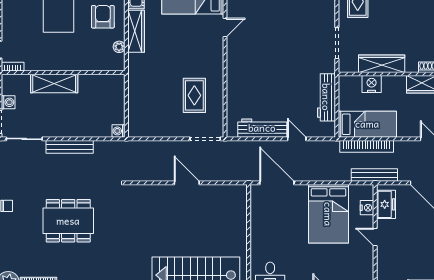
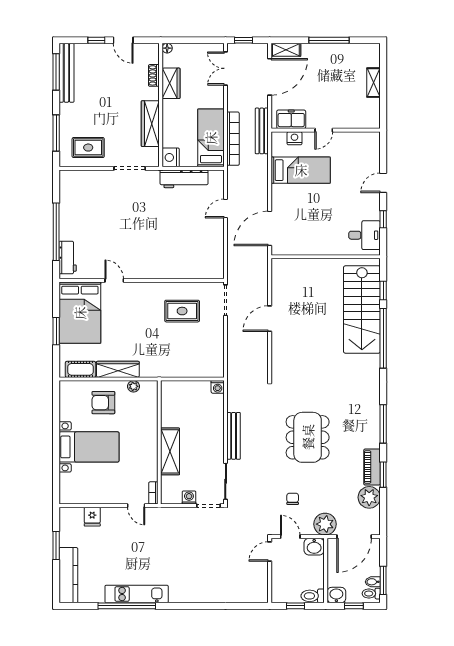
nightstand: (372, 84) -> (171, 157), moved
workbench: (262, 128) -> (215, 243), removed
bed: (328, 214) -> (301, 170), width x0.67

